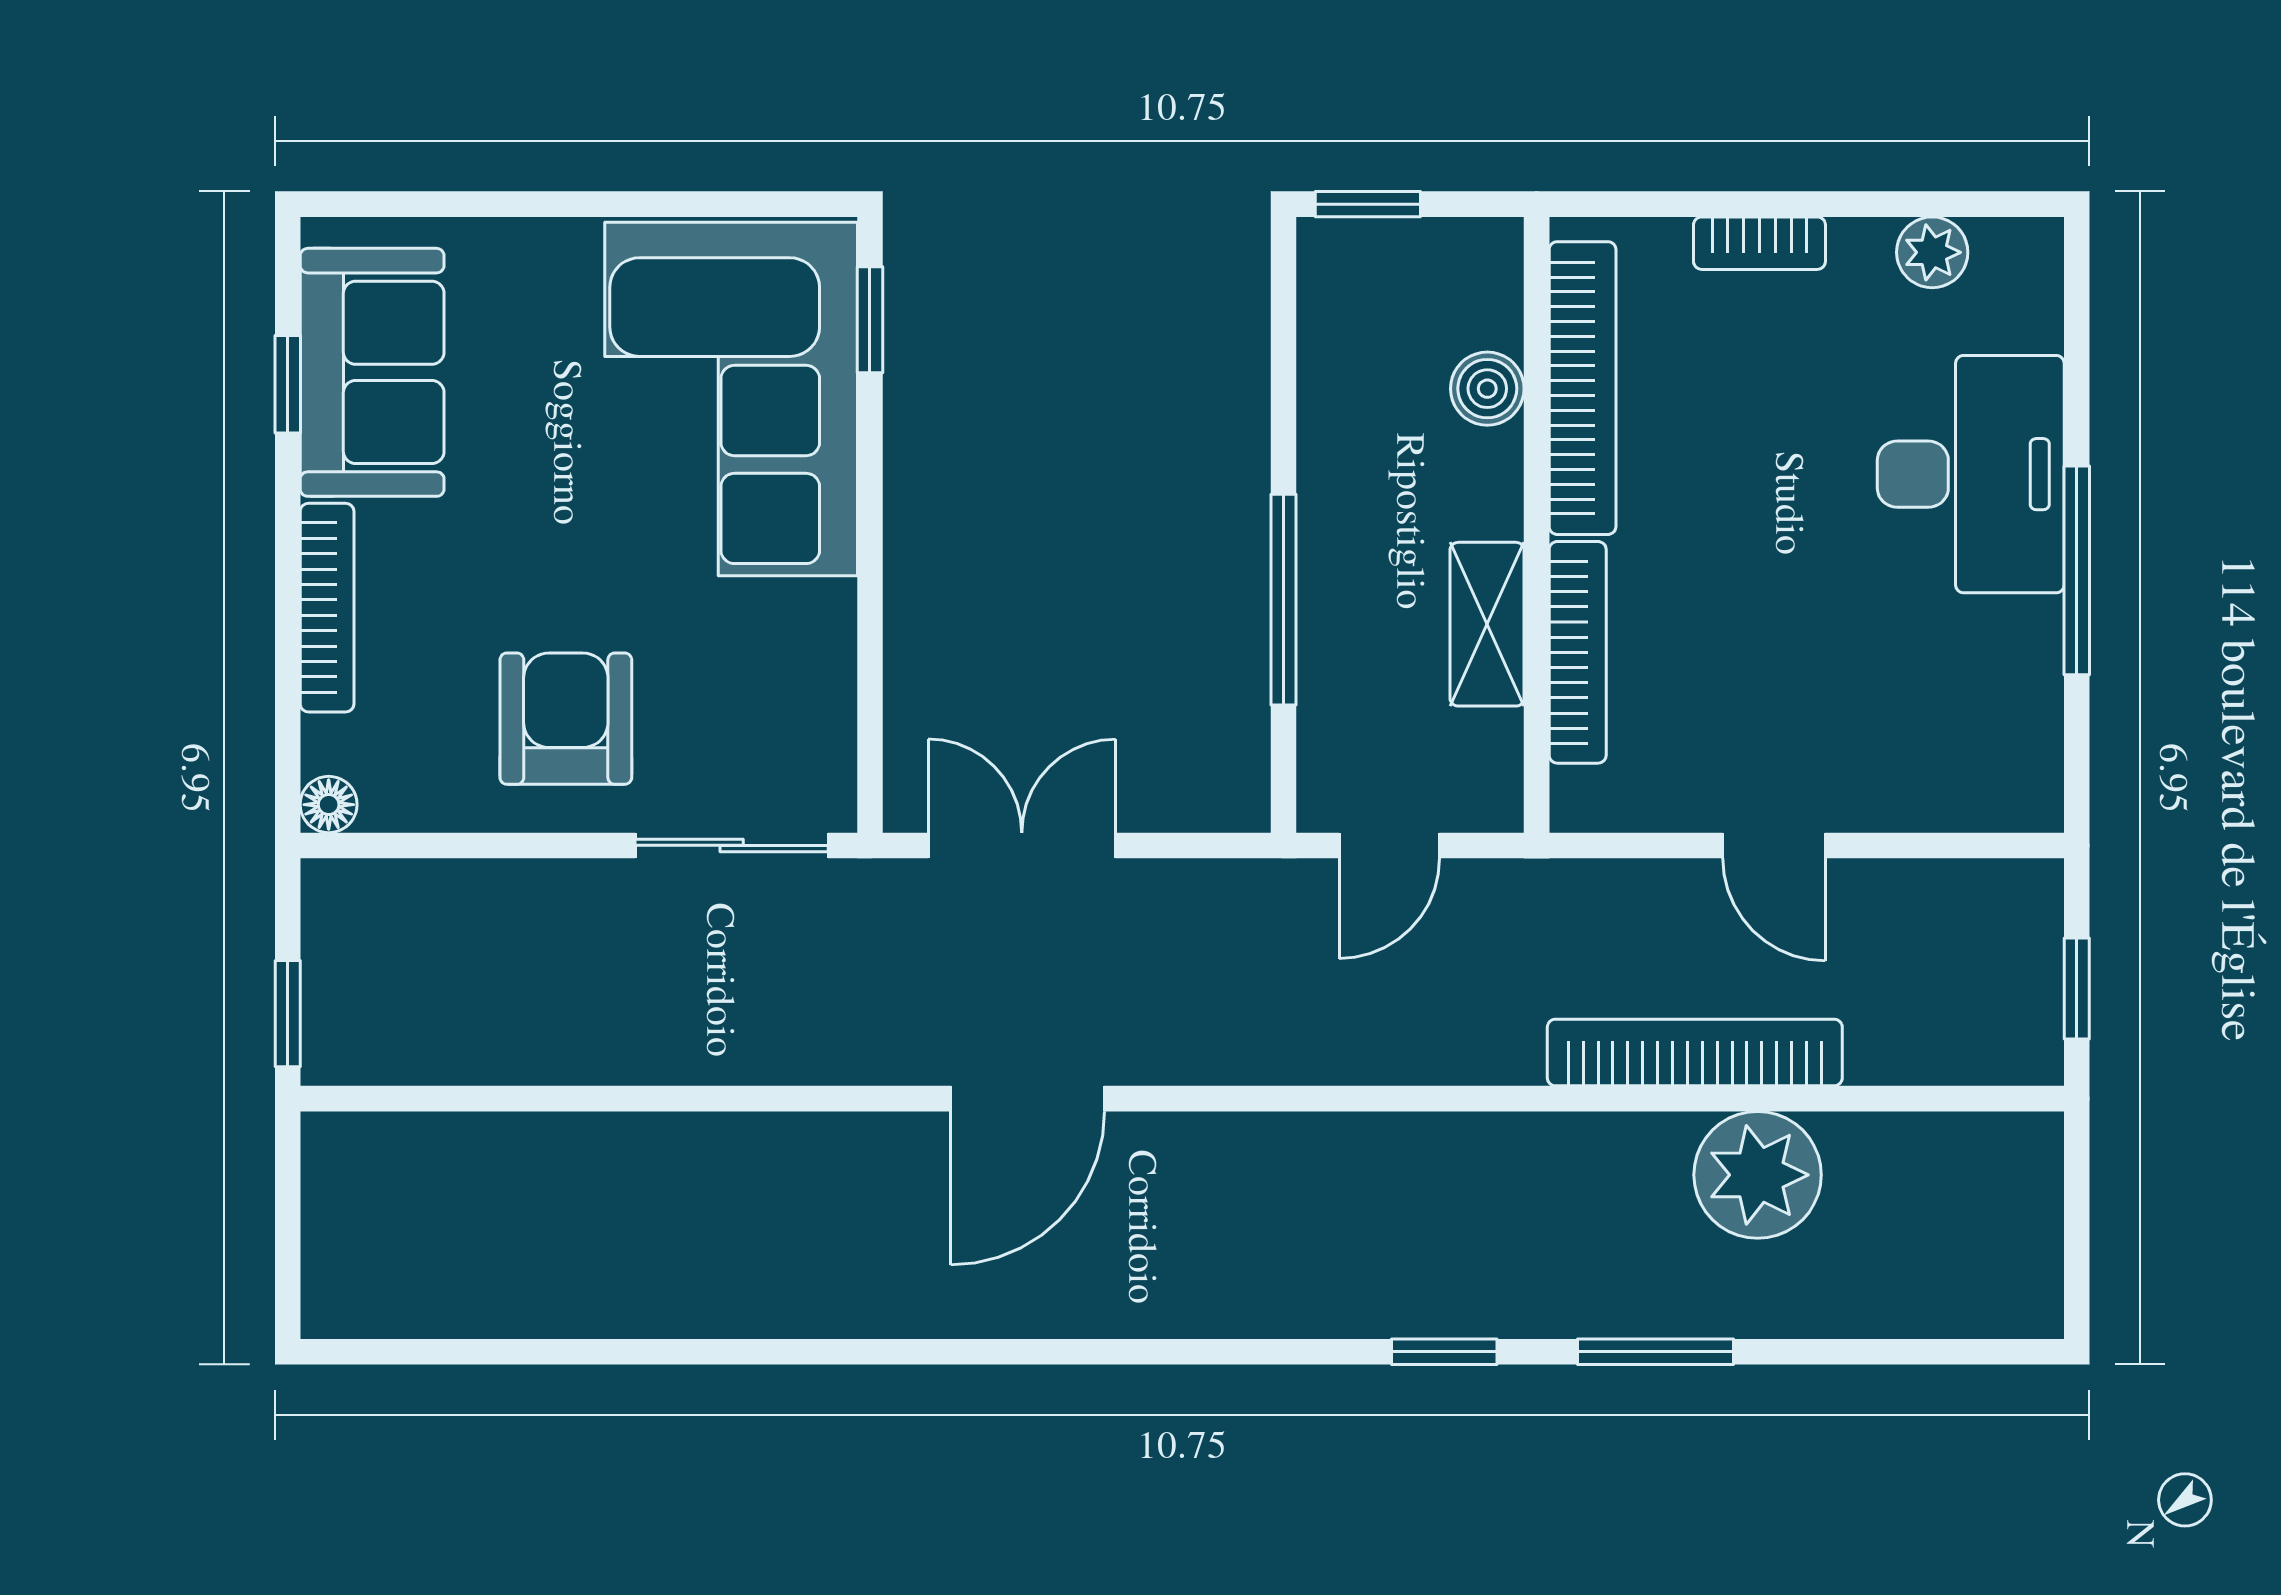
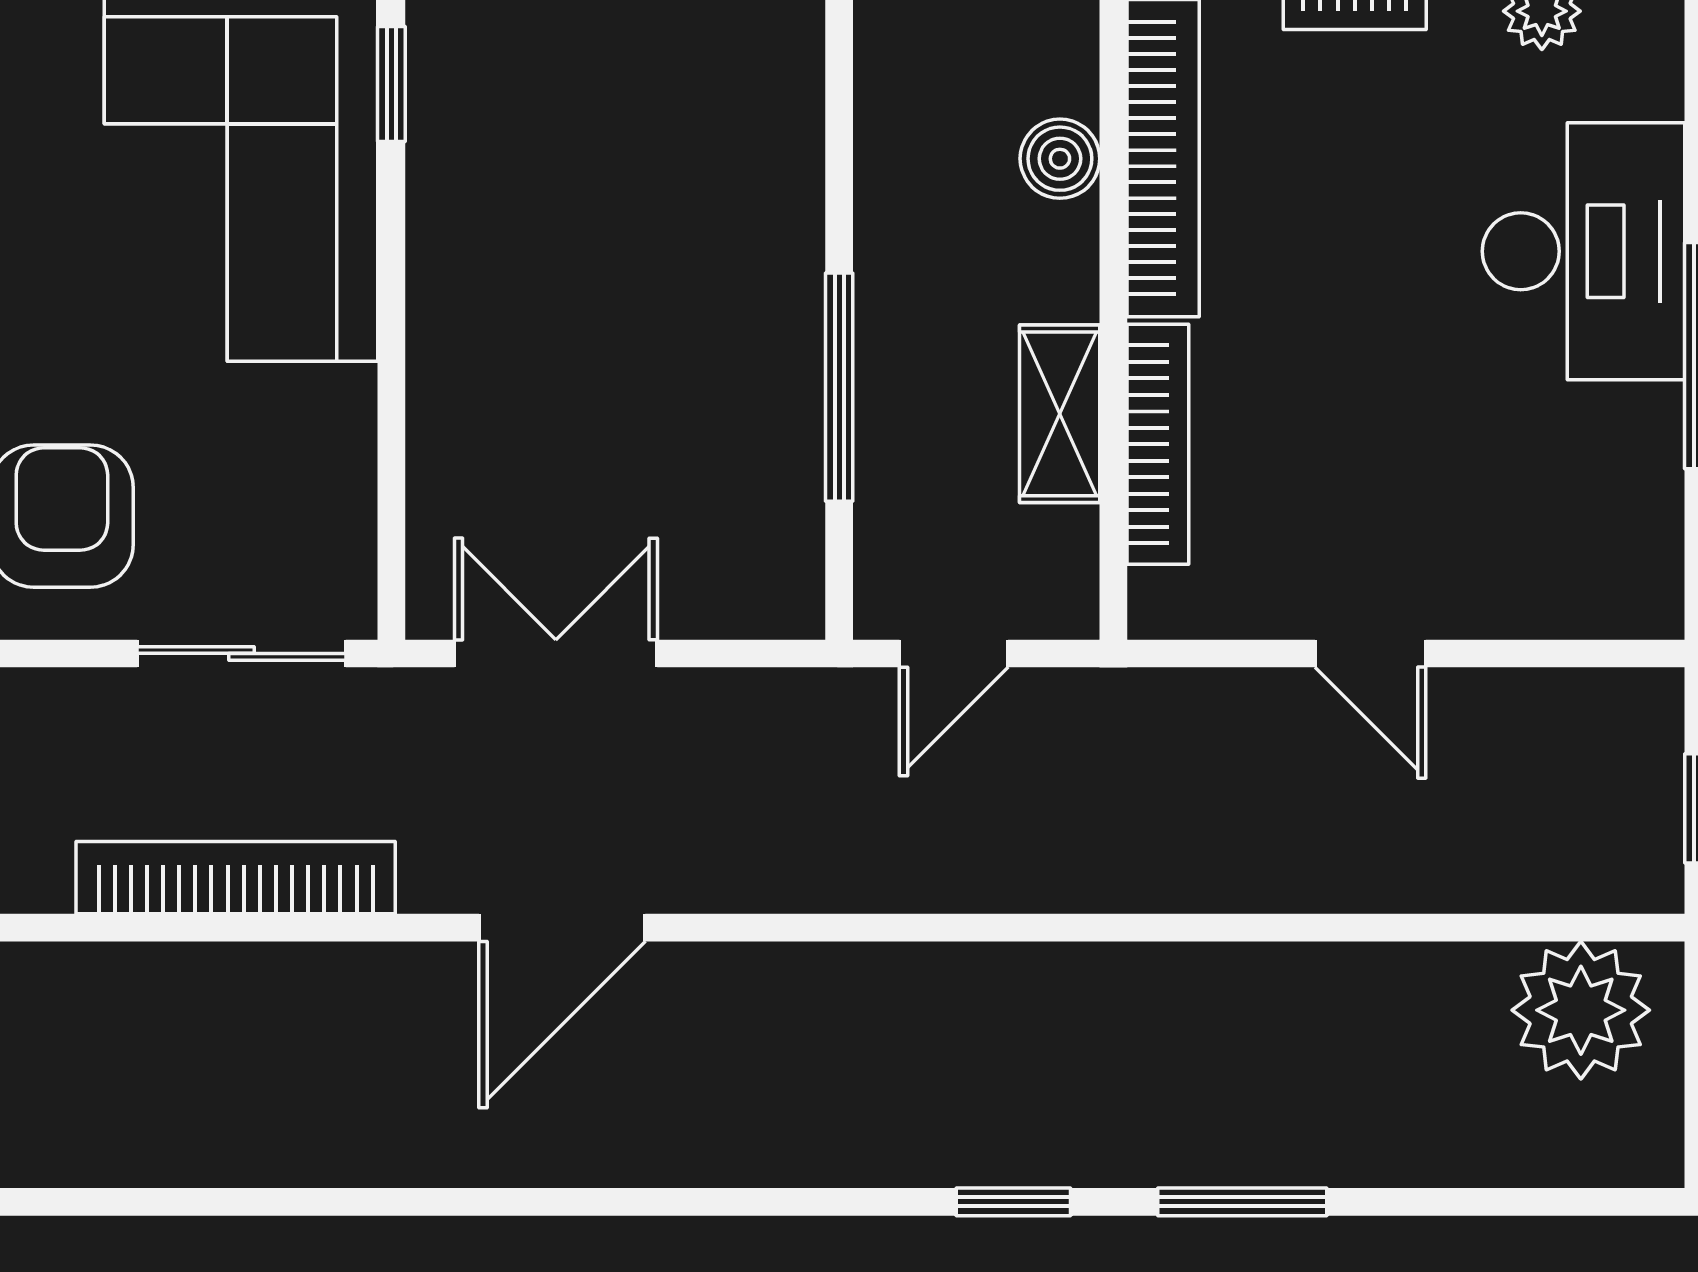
bookcase: (1695, 1053) -> (236, 878), moved
plant: (1758, 1175) -> (1581, 1010), moved

